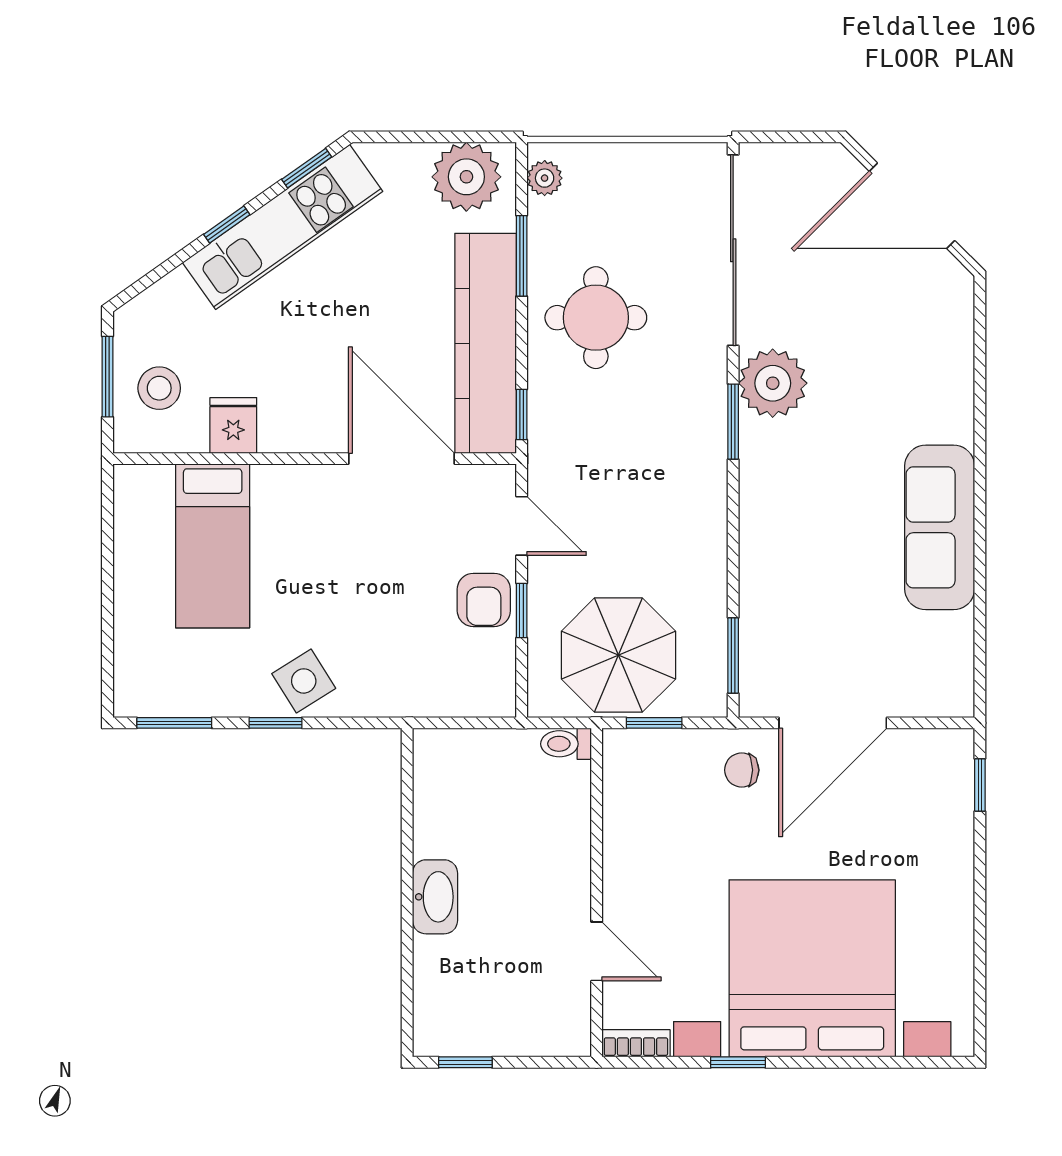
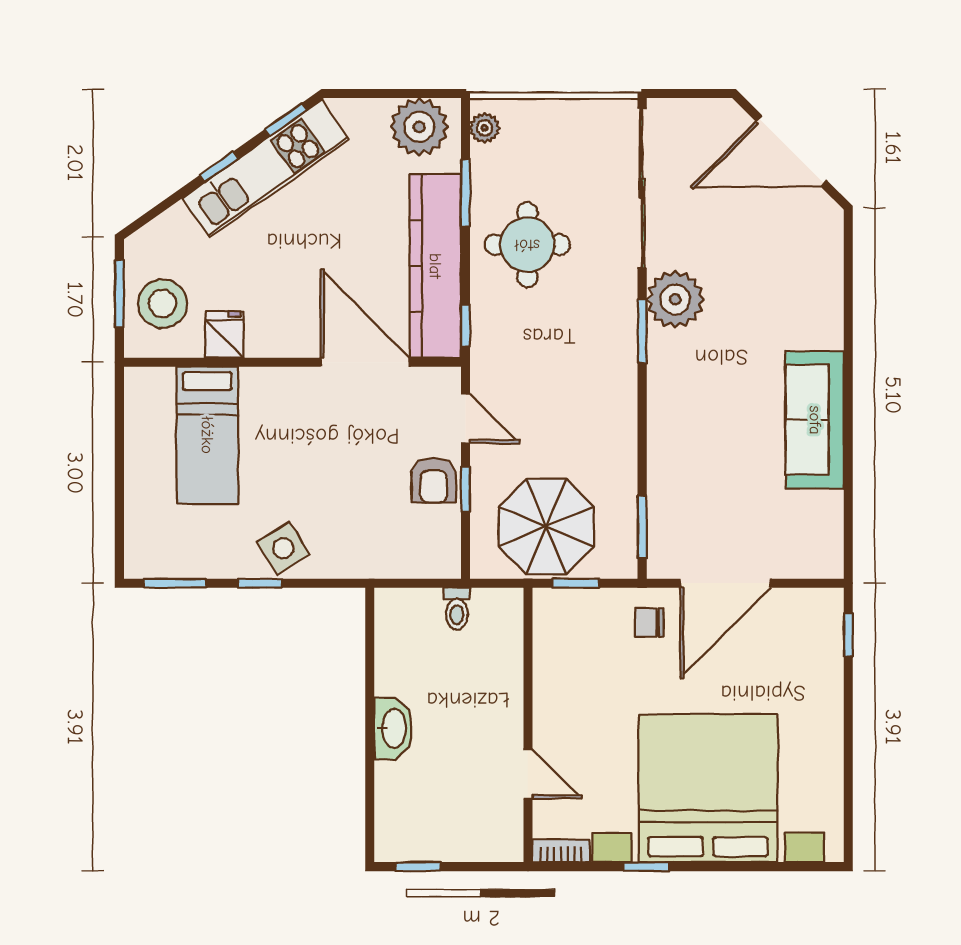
stool: (159, 388) -> (163, 303), width x1.38, depth x1.38
toilet: (566, 744) -> (457, 609), moved, turned -90

